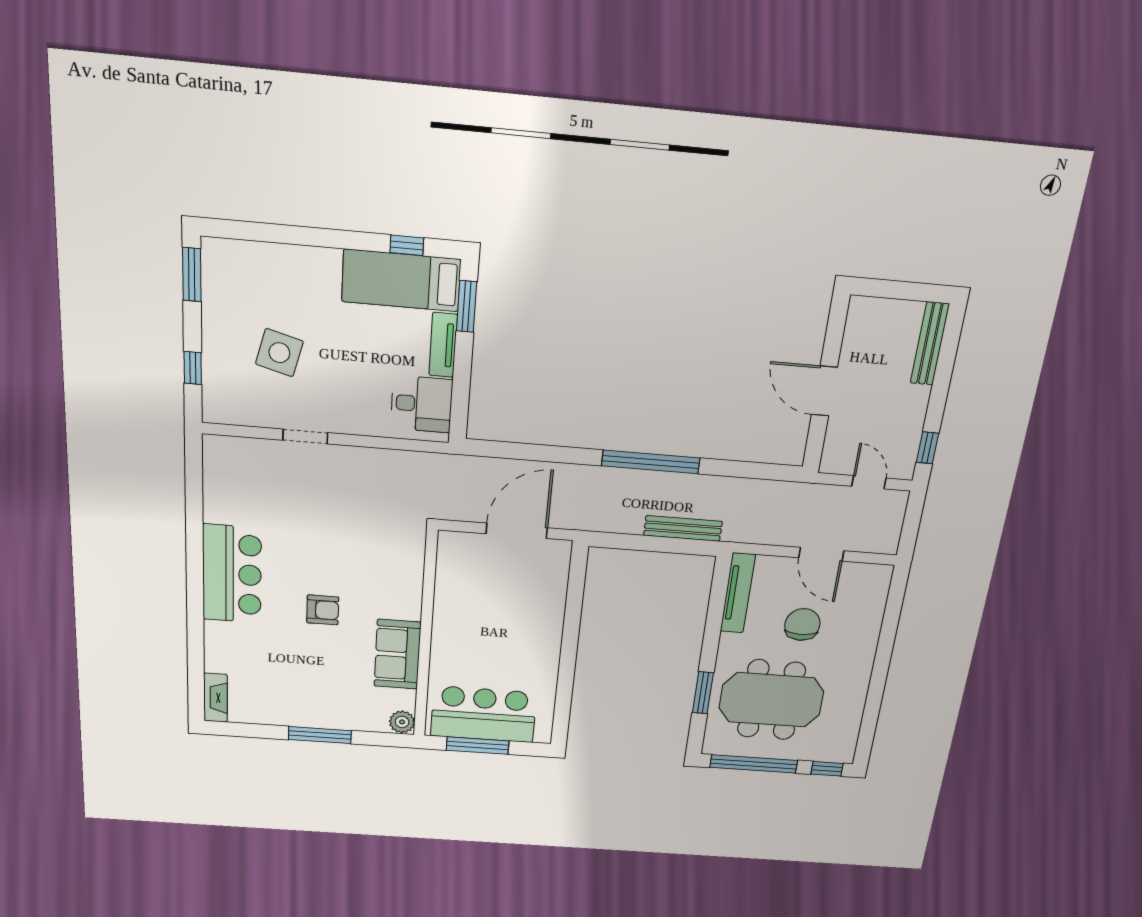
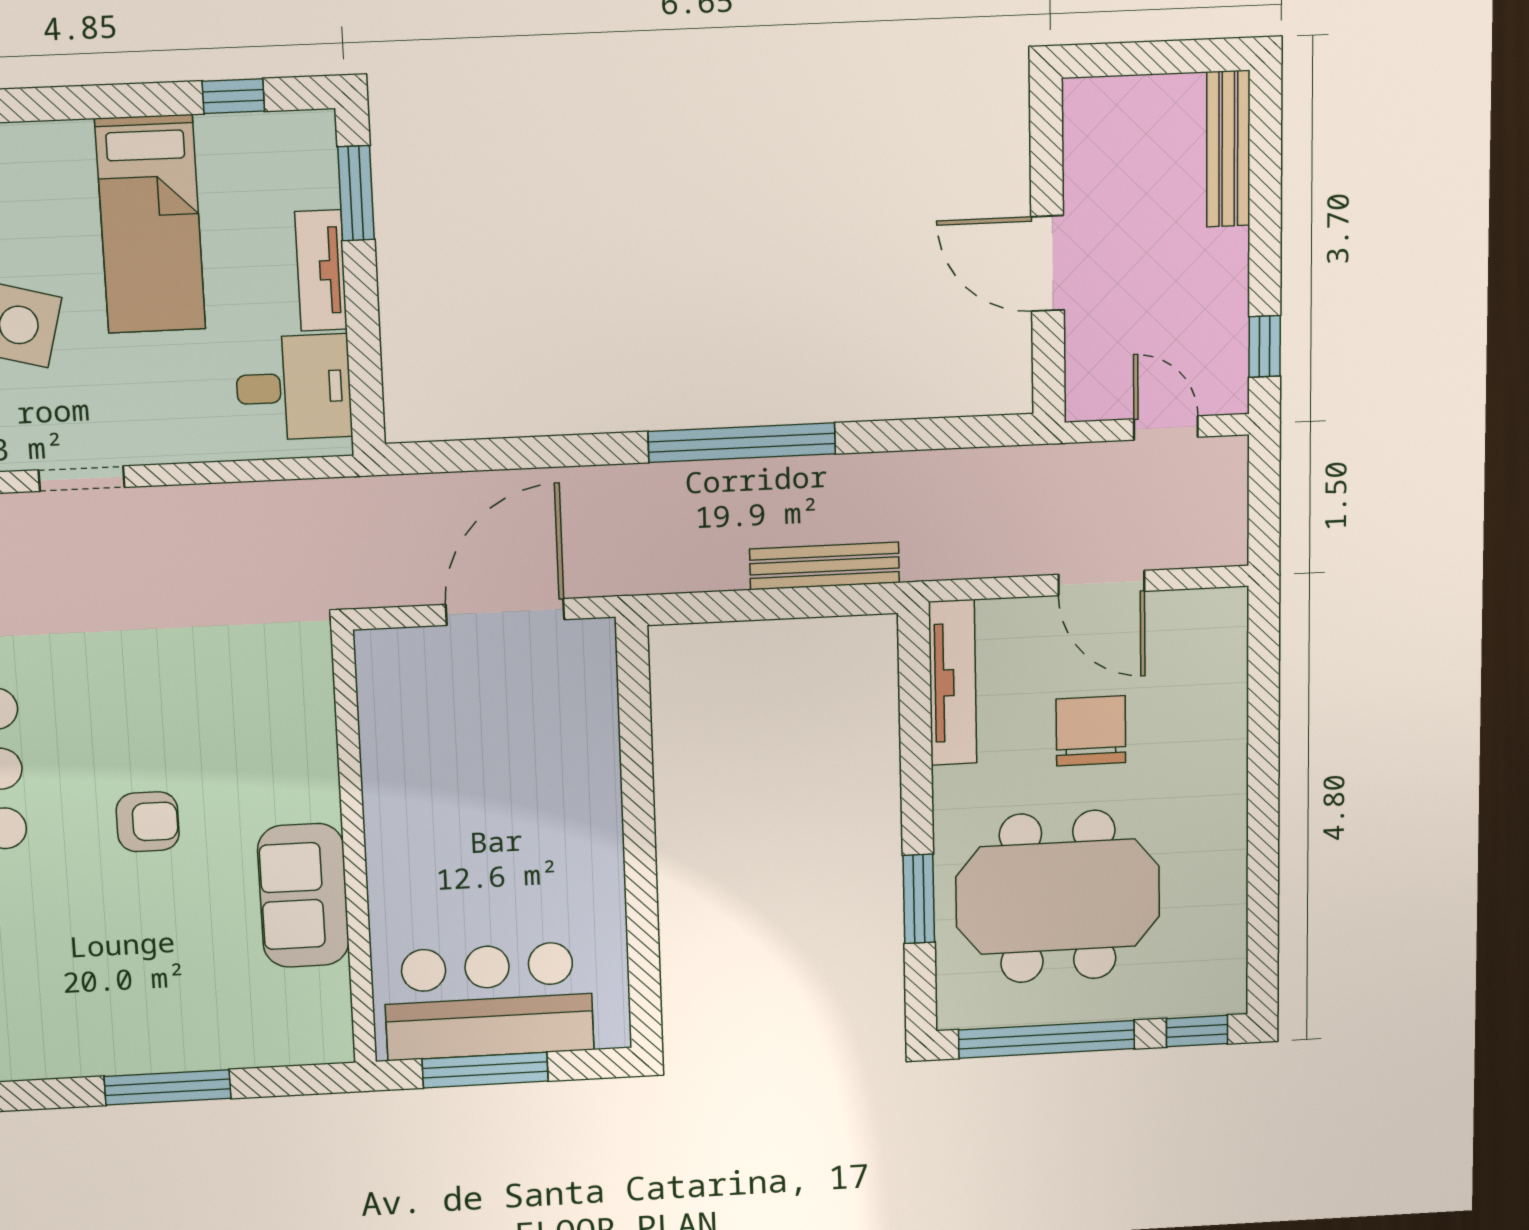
bed: (401, 280) -> (150, 224), moved, turned -90
plant: (402, 722) -> (328, 1038), removed

